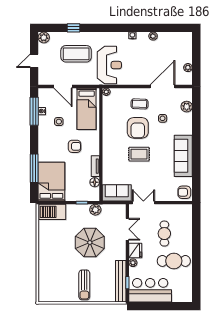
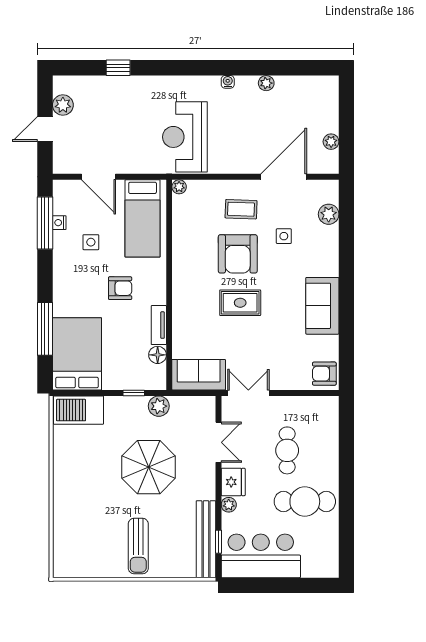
plant: (44, 37) -> (63, 105), moved
coffee table: (76, 54) -> (123, 116), removed
reception desk: (109, 65) -> (185, 137), turned 180
sofa: (183, 156) -> (322, 306), width x0.73

